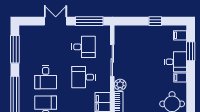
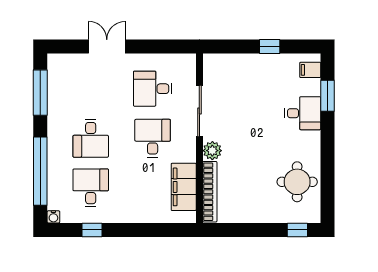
window: (89, 21) -> (162, 47), removed
desk: (84, 47) -> (153, 89), turned 180
desk: (84, 77) -> (153, 138), turned 90
filing cabinet: (180, 78) -> (310, 139), removed

